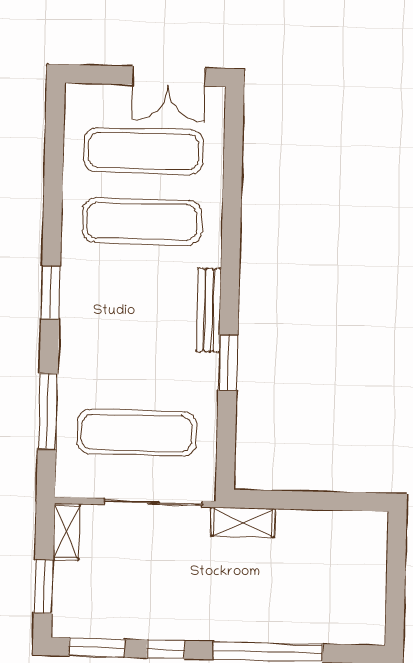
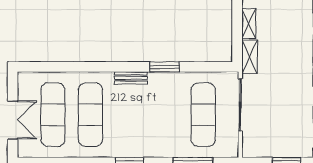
double door: (169, 76) -> (13, 120), moved
bench: (209, 310) -> (131, 78), width x0.73
shelving: (66, 532) -> (249, 23), moved, turned 90

